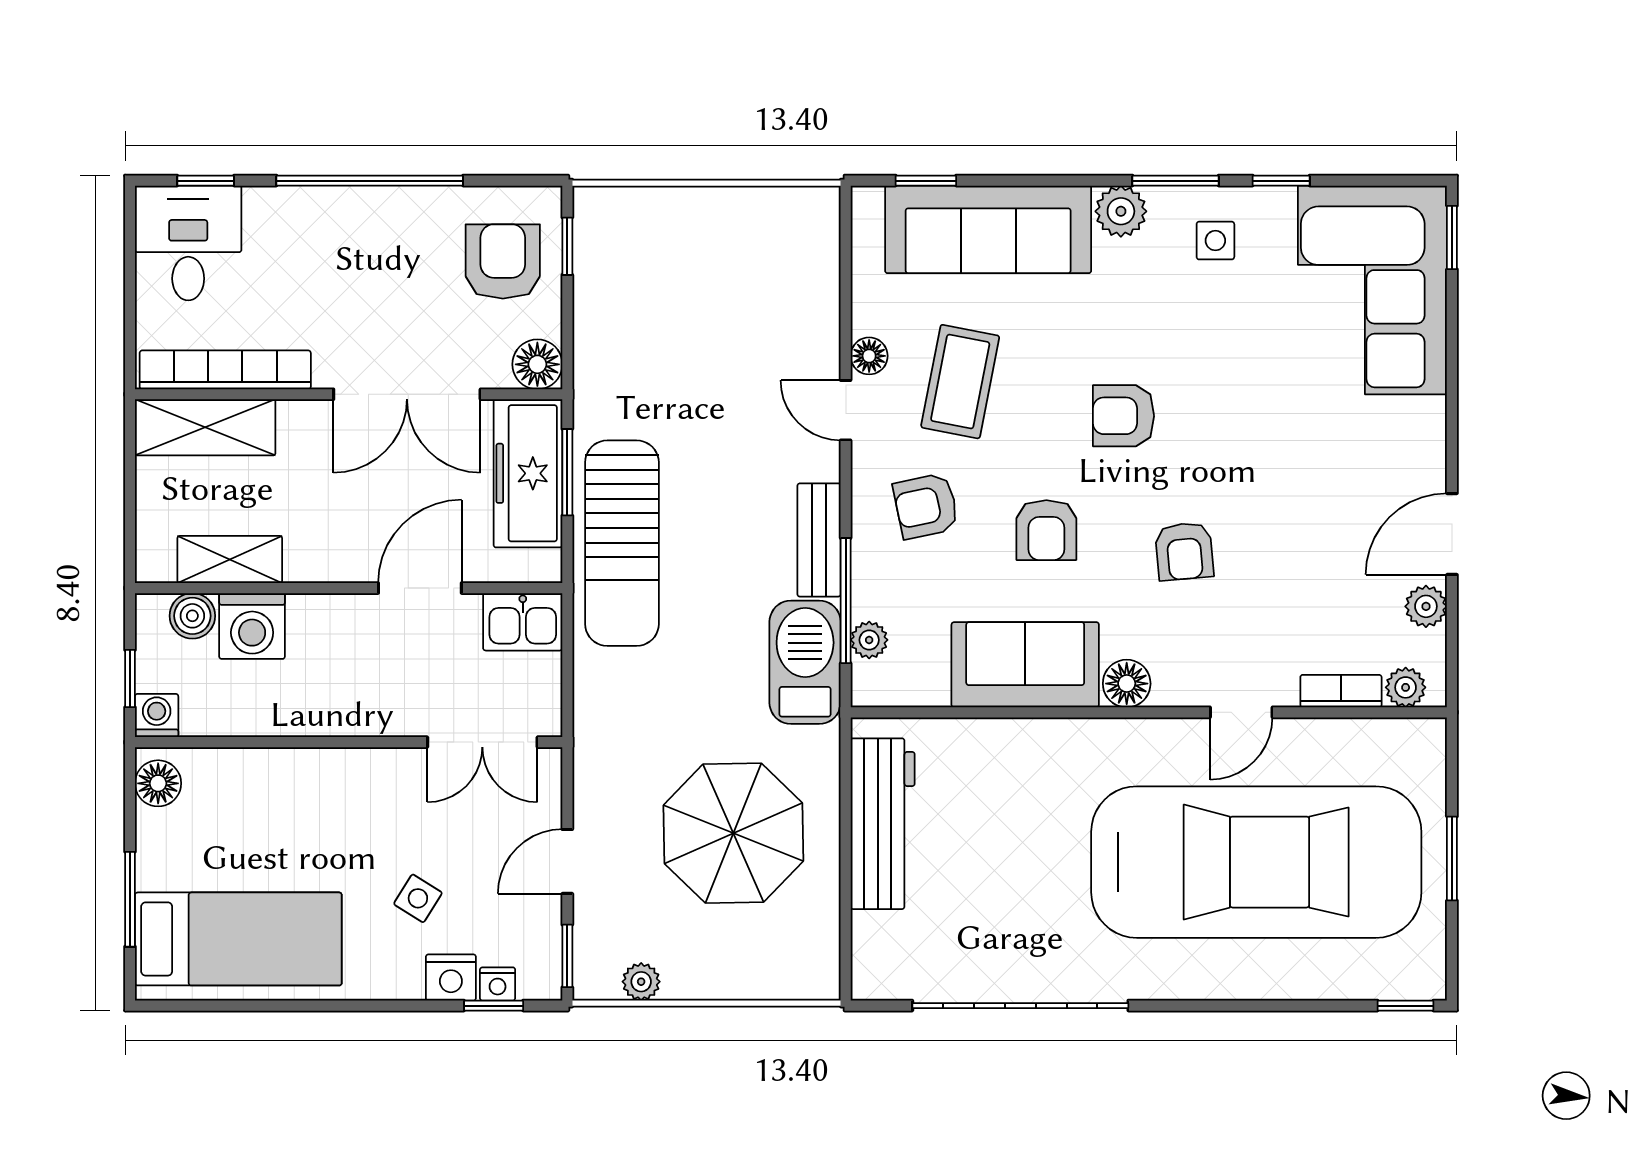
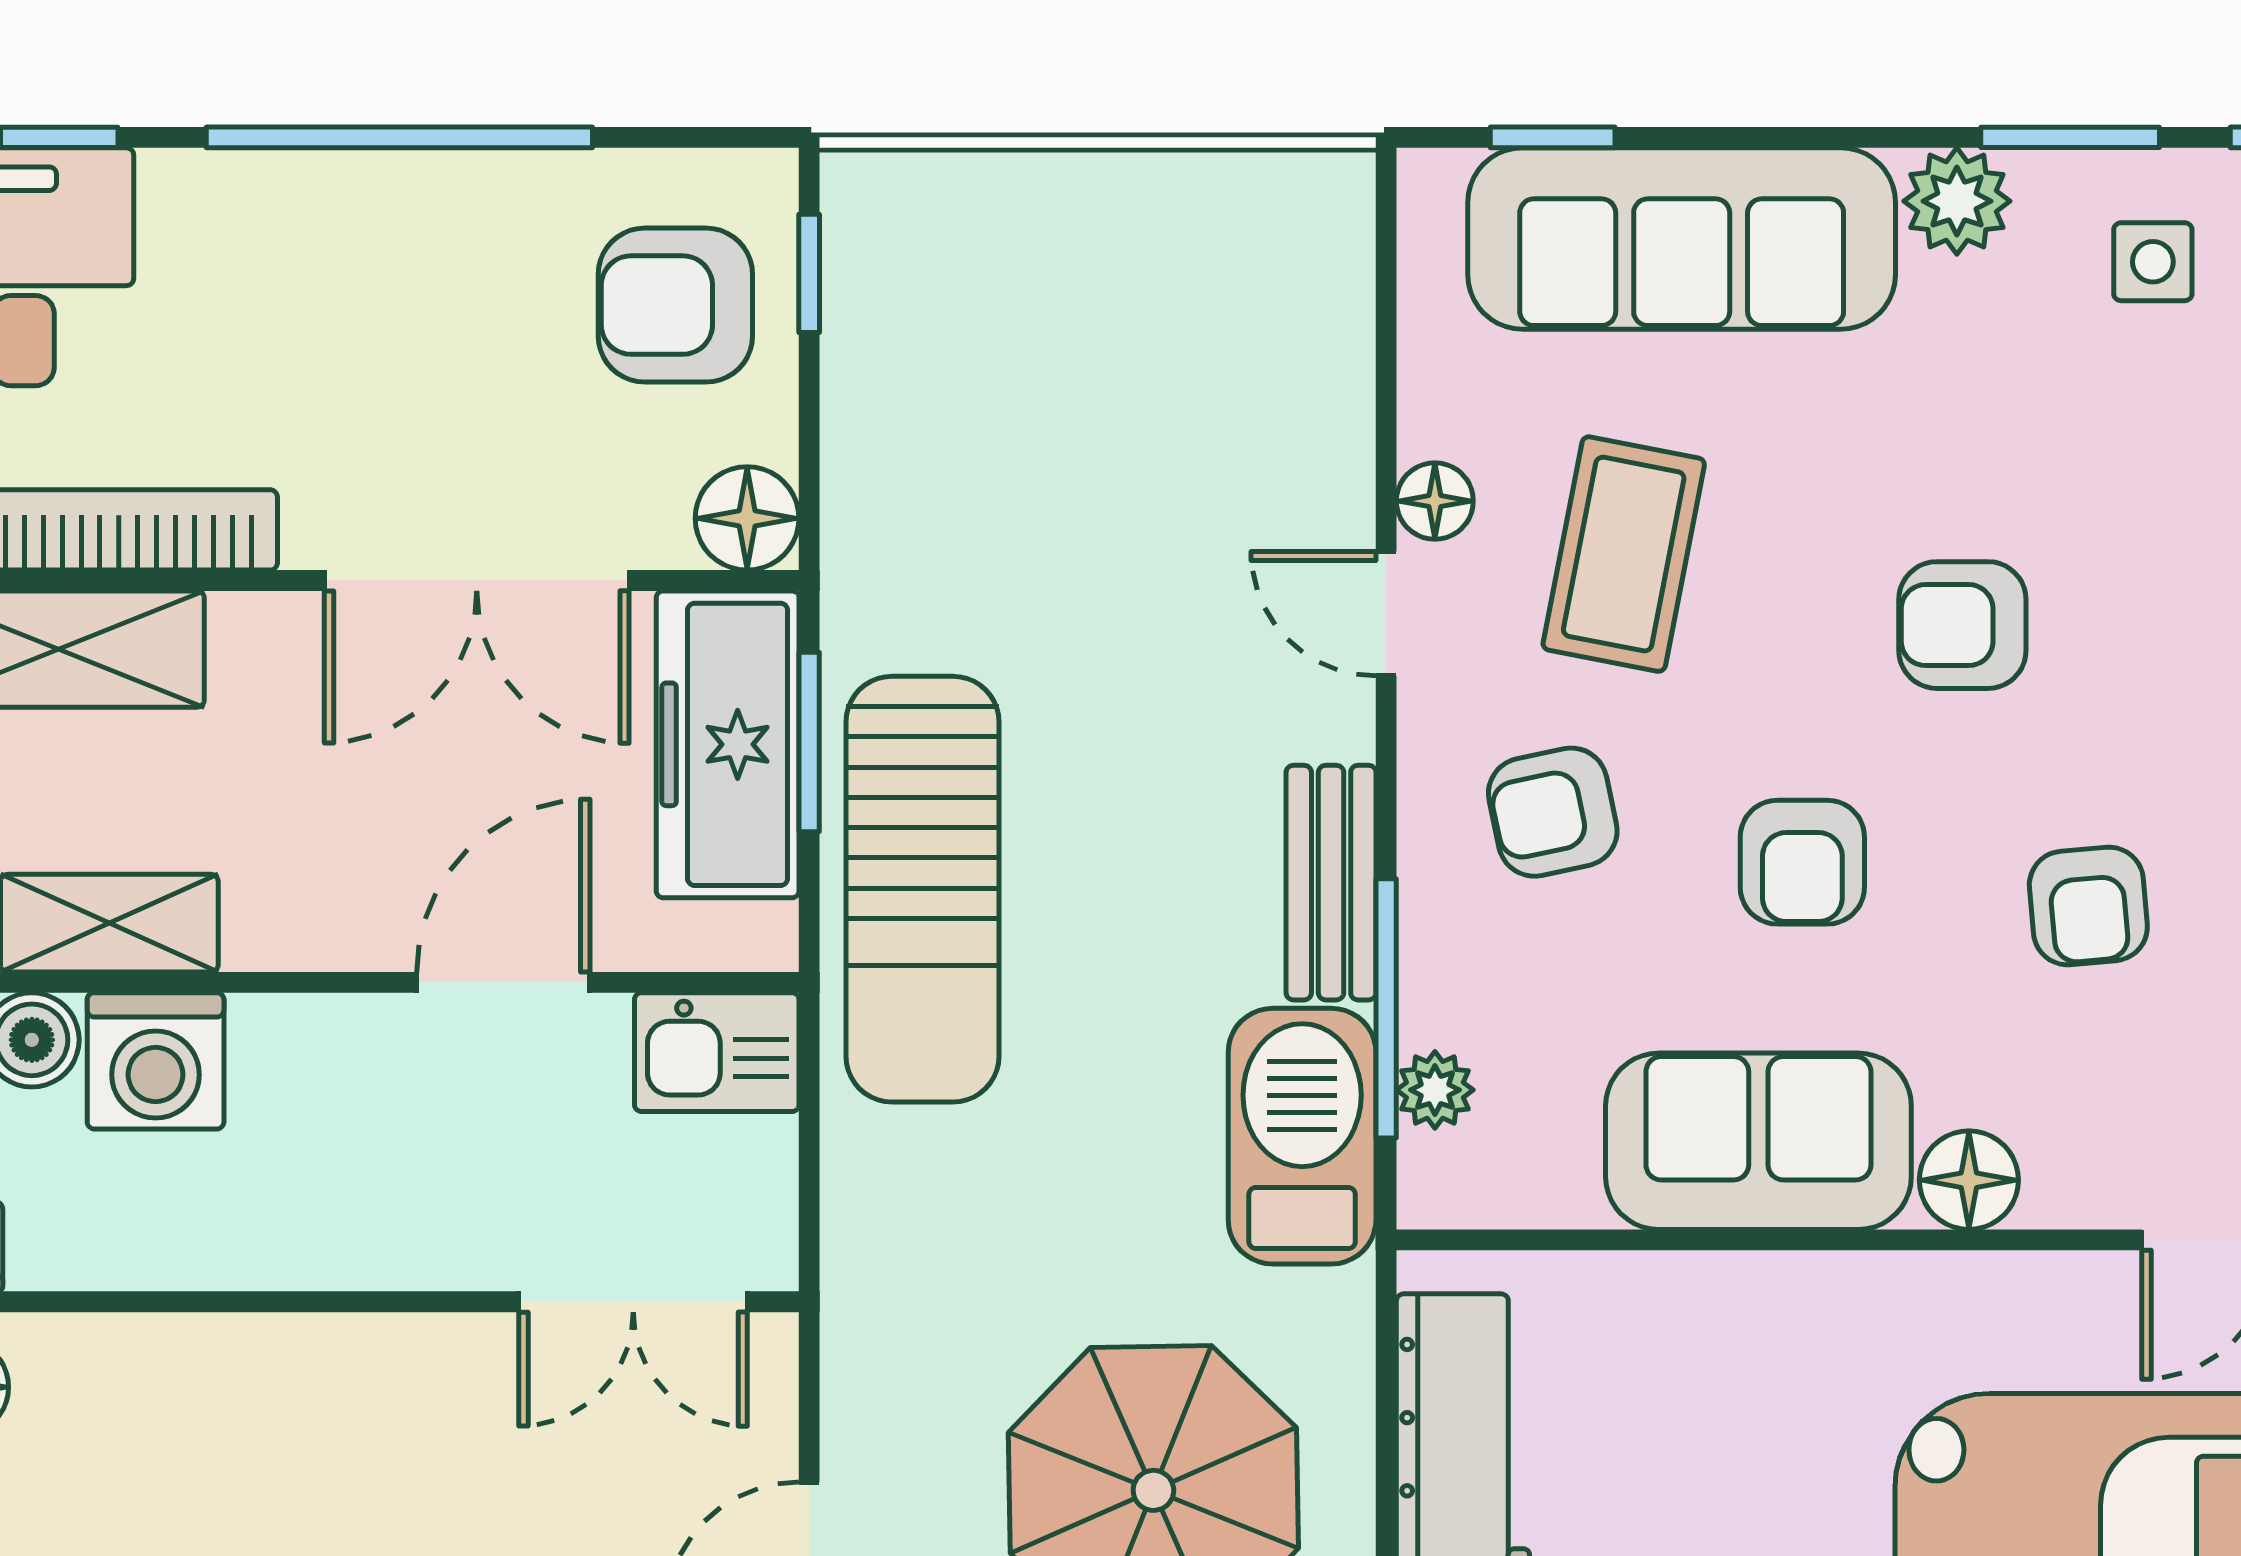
armchair: (503, 261) -> (675, 305), turned -90

